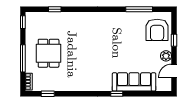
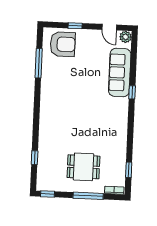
plant: (166, 56) -> (126, 37), moved

